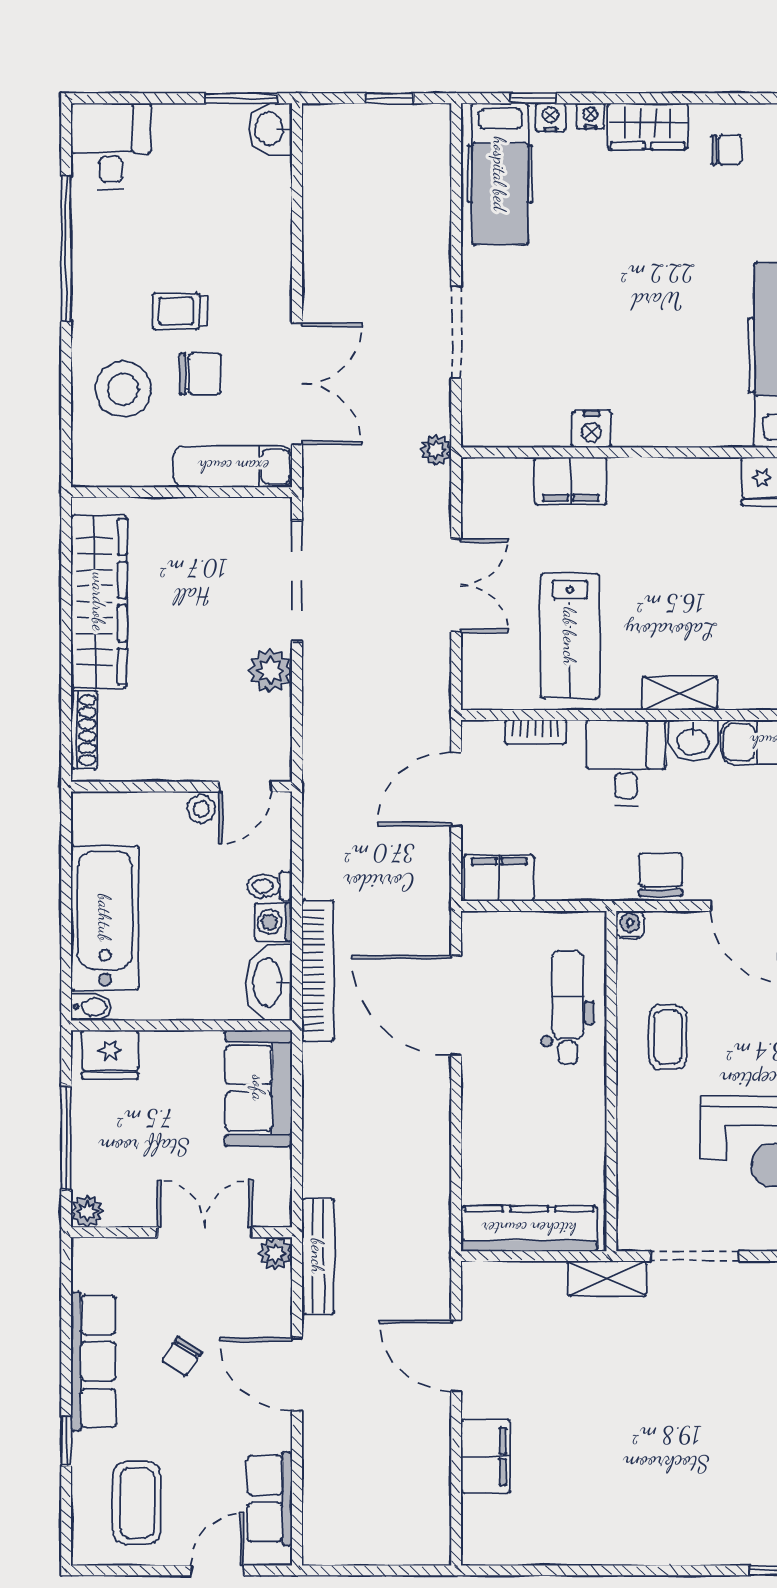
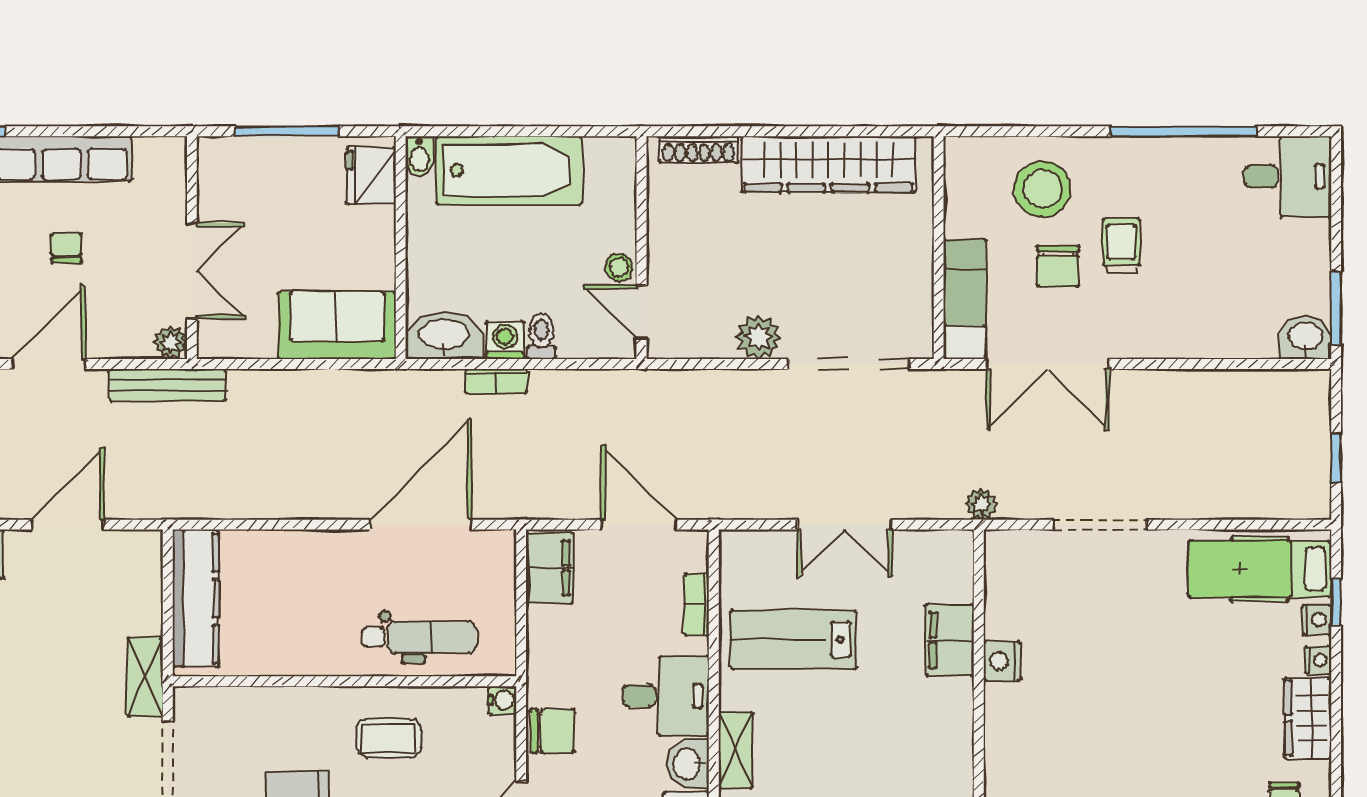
bookcase: (318, 971) -> (496, 381), width x0.43, depth x0.76
plant: (87, 1211) -> (213, 152), removed
chair: (182, 1357) -> (66, 248), turned 56

